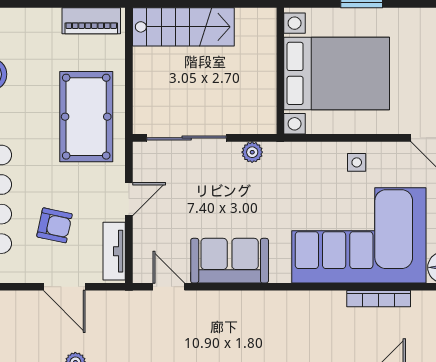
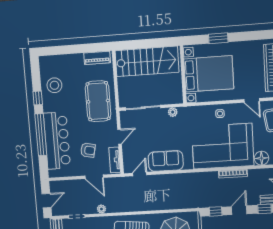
stairs: (183, 27) -> (147, 61), width x1.36, depth x1.51
door: (169, 287) -> (140, 174), hinge flipped

